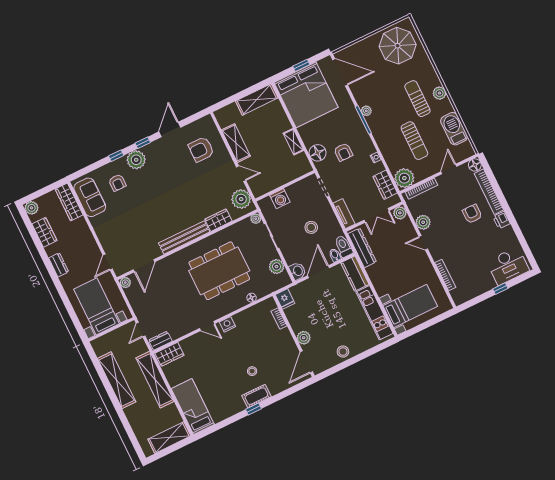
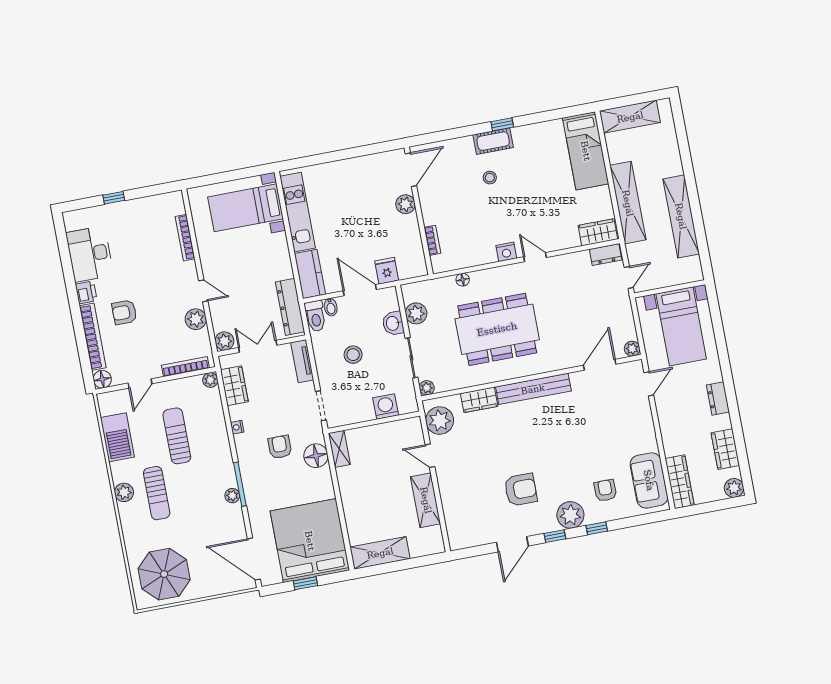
shelving: (293, 142) -> (339, 449), moved
armchair: (201, 149) -> (521, 490), moved
plant: (404, 178) -> (210, 380), width x0.53, depth x0.53
armchair: (472, 214) -> (124, 312), turned 90
desk: (508, 266) -> (90, 254), moved, turned -90
washbasin: (298, 271) -> (393, 323), moved
door: (318, 272) -> (360, 290), swing flipped
fridge: (285, 299) -> (387, 271), moved
stool: (343, 352) -> (356, 170), removed

